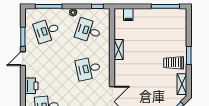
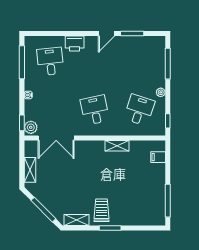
desk: (47, 31) -> (139, 61), removed
door: (23, 59) -> (106, 33), swing flipped

